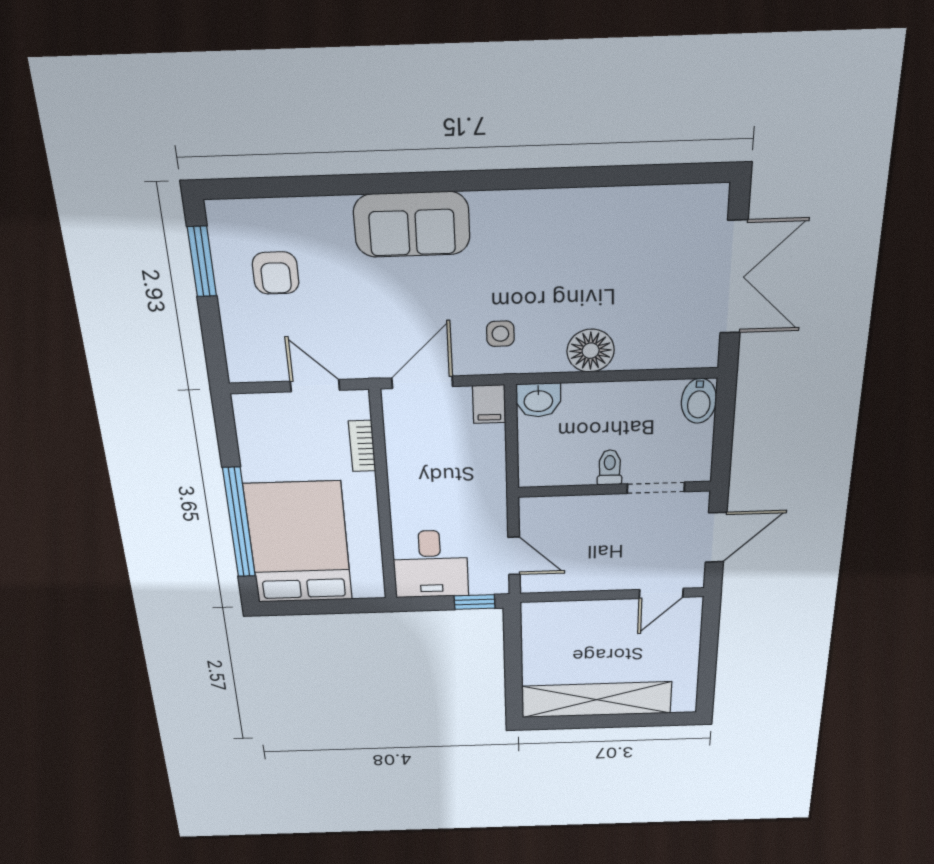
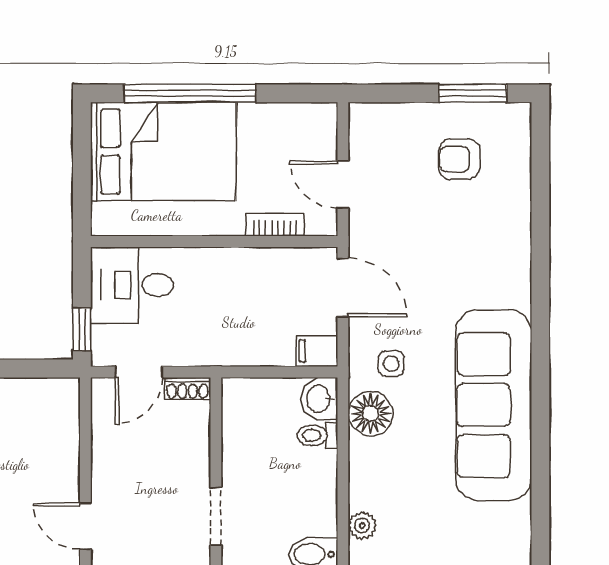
sofa: (412, 224) -> (494, 405), moved, width x1.85, depth x1.27
floor lamp: (591, 351) -> (371, 413), moved
plant: (671, 356) -> (362, 526), added
door: (315, 386) -> (343, 185), swing flipped
toilet: (610, 467) -> (317, 435), moved, turned 180
shoe rack: (529, 516) -> (188, 388), added

